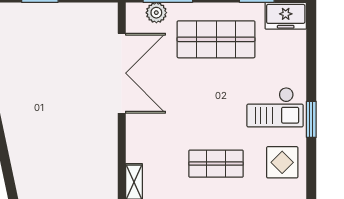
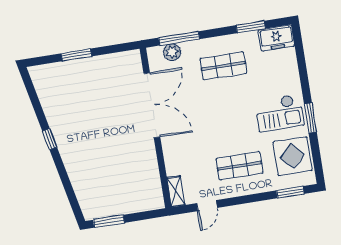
shop shelf: (216, 39) -> (223, 66), width x0.70, depth x0.74
display table: (282, 162) -> (293, 156), width x1.36, depth x1.36

